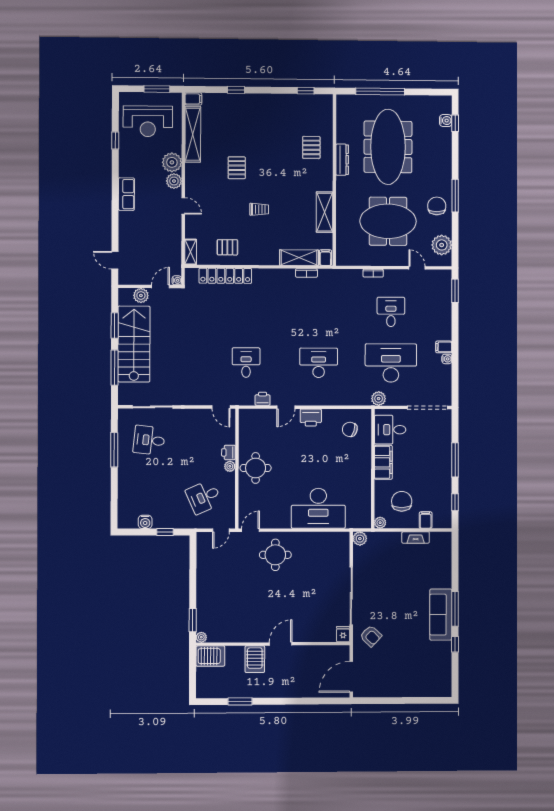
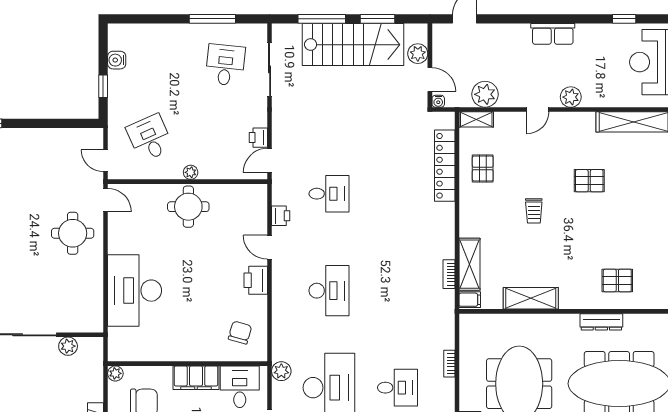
plant: (172, 162) -> (485, 94), moved
printer: (228, 452) -> (258, 138), moved, turned -90
plant: (360, 539) -> (68, 346), moved

